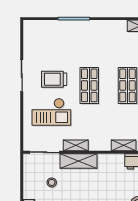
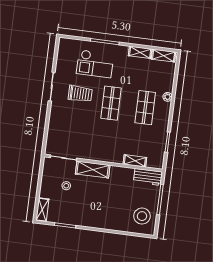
trolley: (54, 79) -> (80, 94), turned 180
checkout: (51, 112) -> (95, 64), moved
shelving: (76, 145) -> (140, 52), moved

